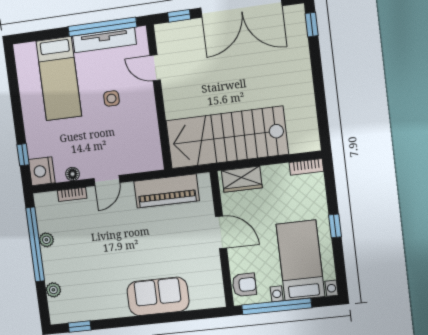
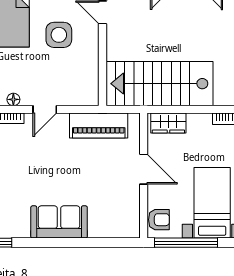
side table: (111, 98) -> (59, 35), width x1.87, depth x1.87
sofa: (158, 296) -> (59, 222), moved

